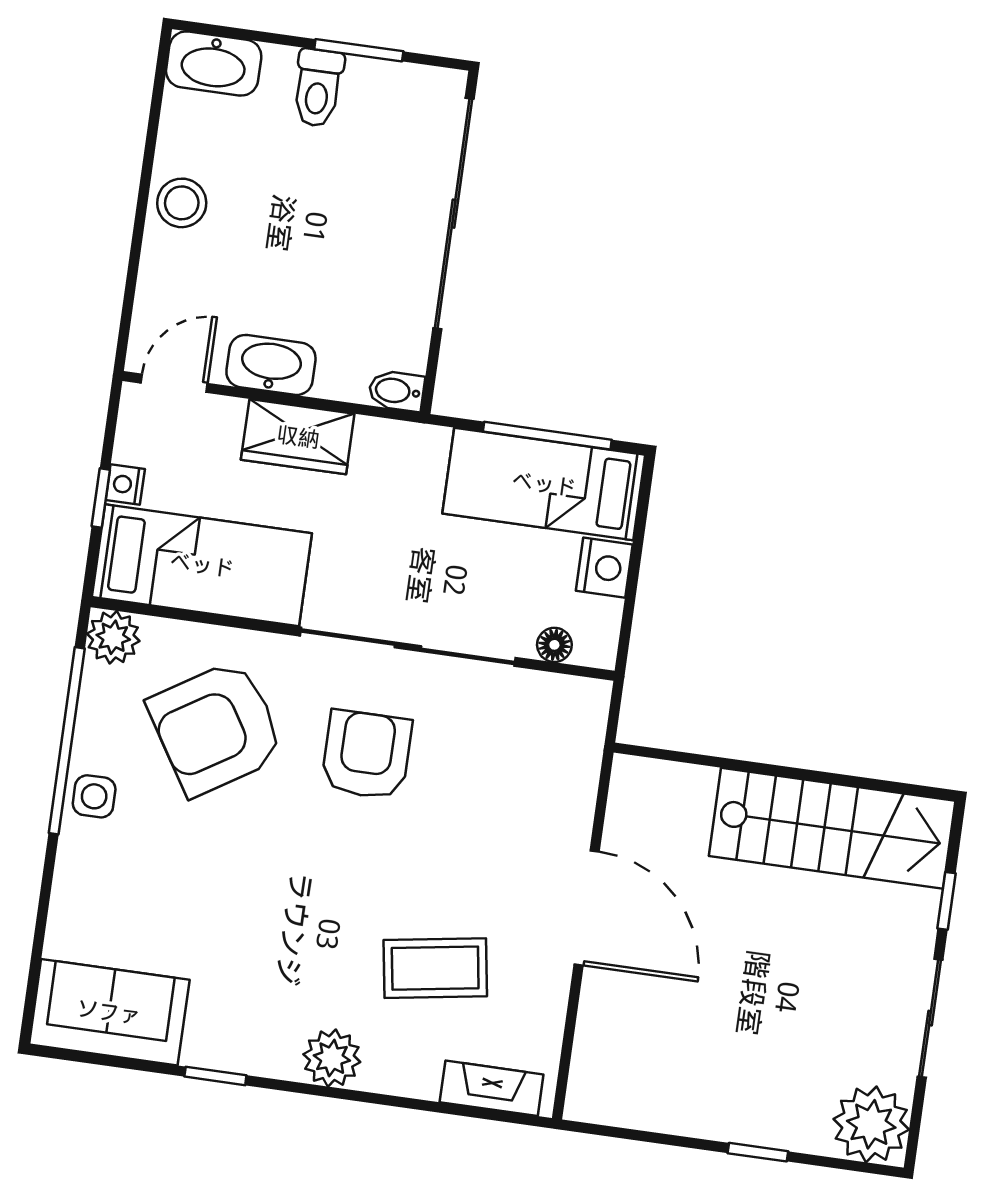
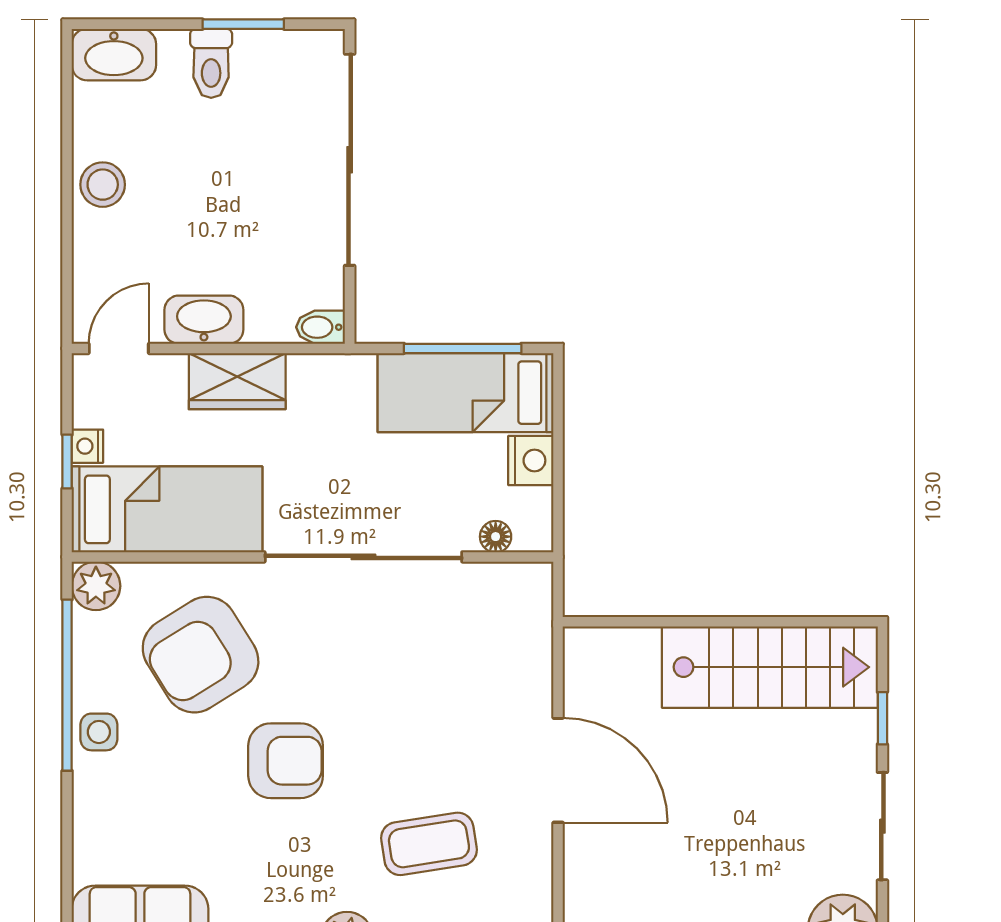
armchair: (367, 755) -> (286, 761), moved, turned 90

